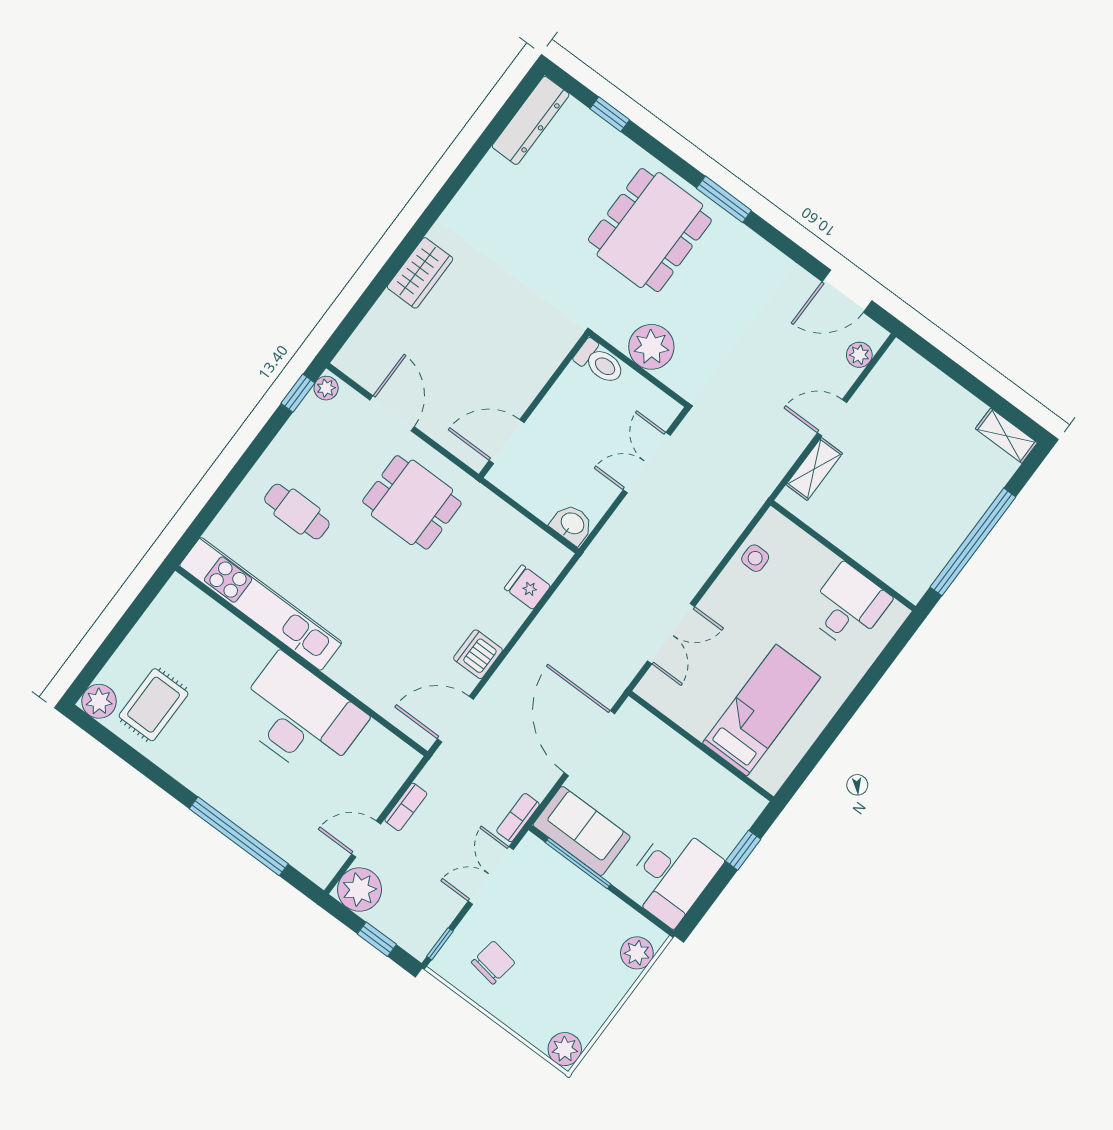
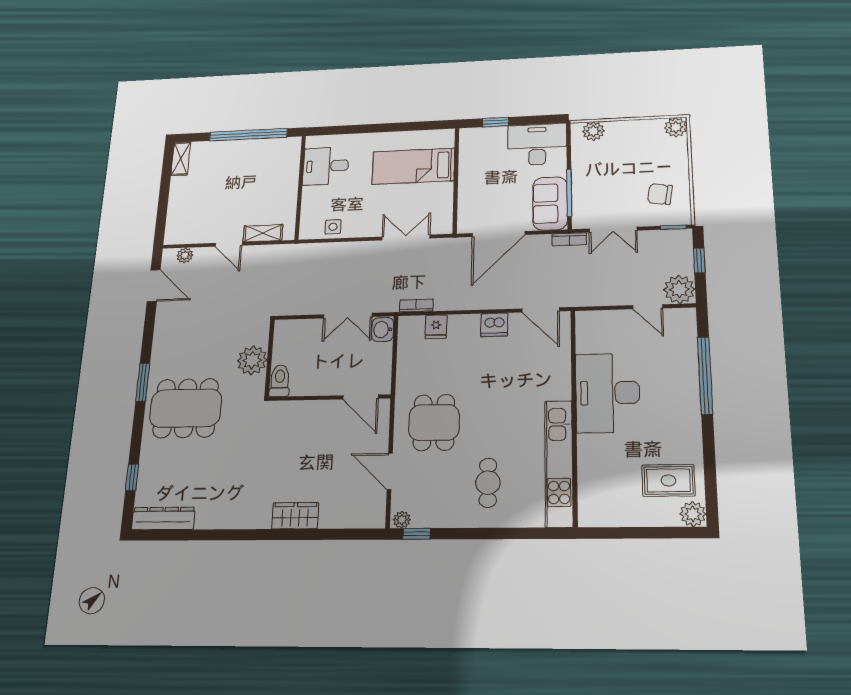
door: (392, 413) -> (390, 471), hinge flipped
double door: (647, 463) -> (348, 316), moved
bookcase: (406, 807) -> (416, 306), moved

